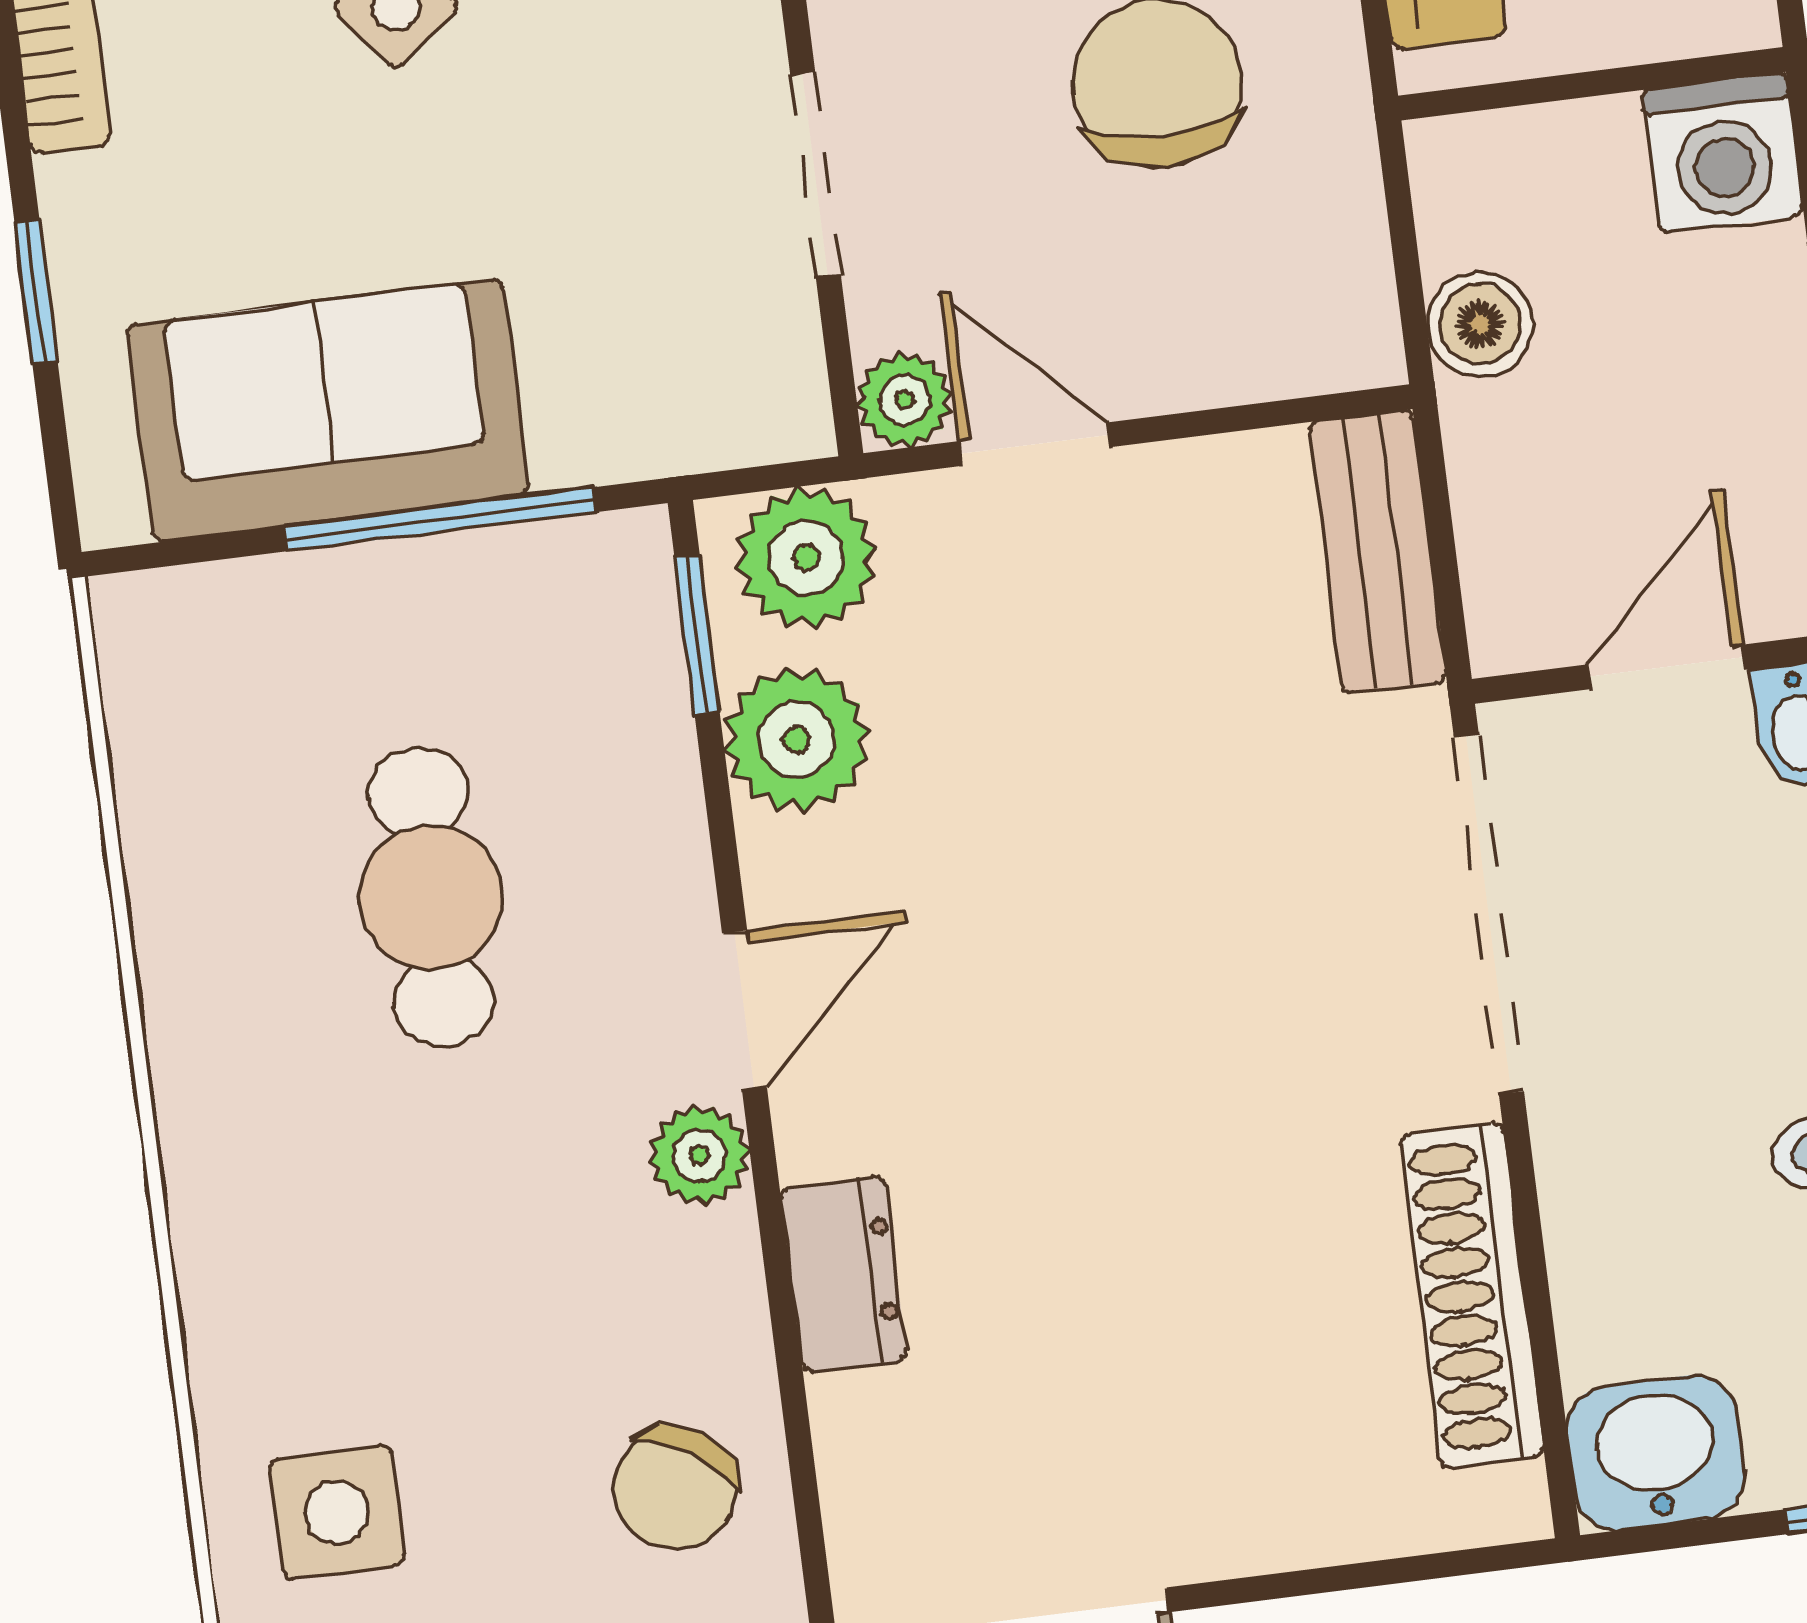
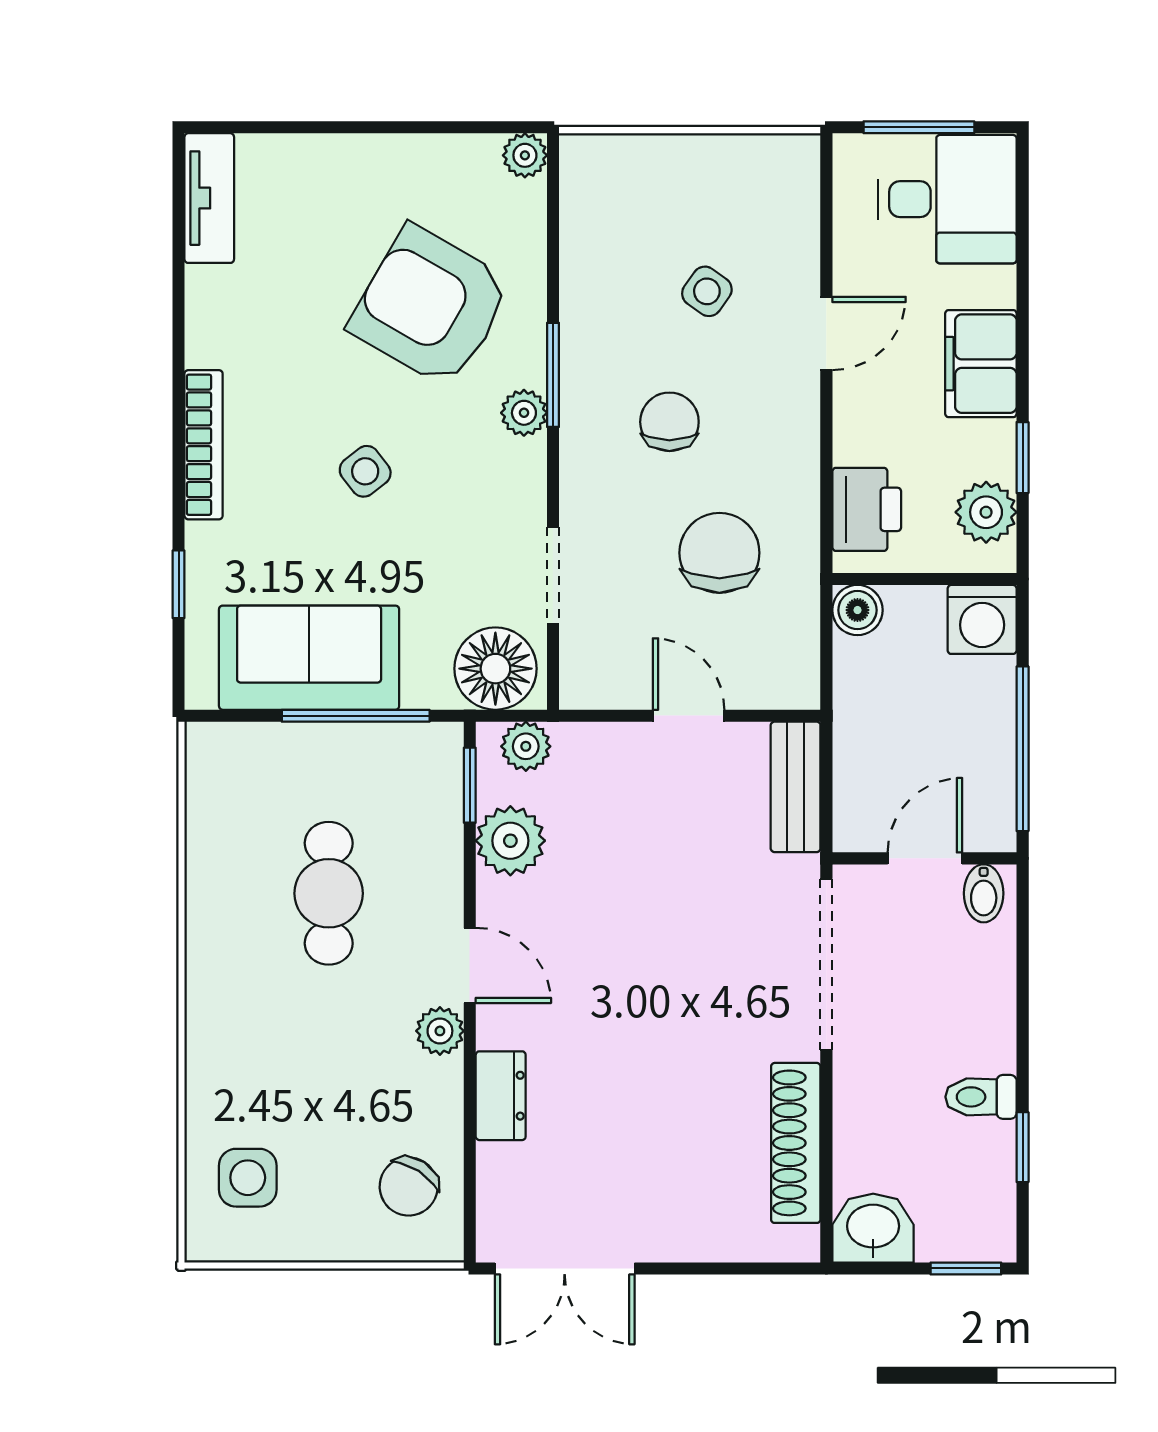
boiler: (1480, 324) -> (857, 610), moved
floor lamp: (720, 384) -> (495, 669), added
plant: (905, 400) -> (582, 687), removed
door: (1035, 444) -> (689, 716), moved
plant: (806, 558) -> (526, 746), width x0.73, depth x0.73
door: (745, 1011) -> (470, 965), hinge flipped

